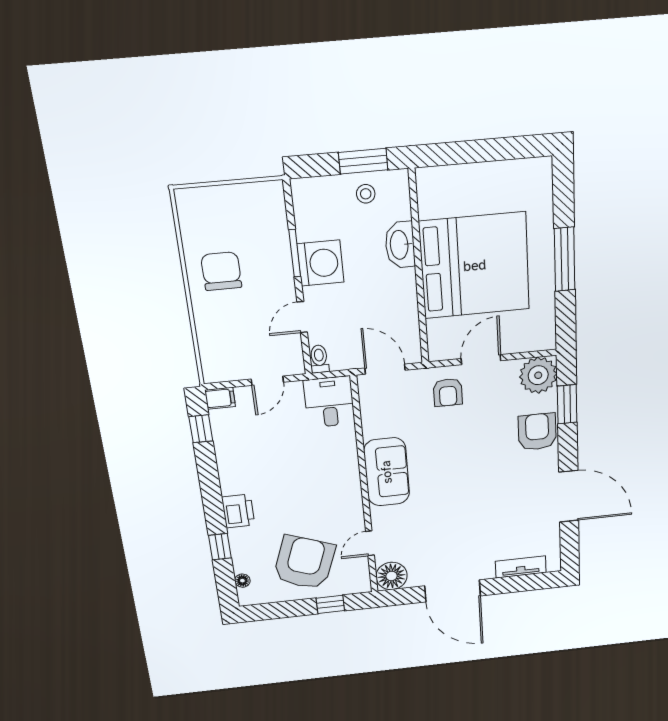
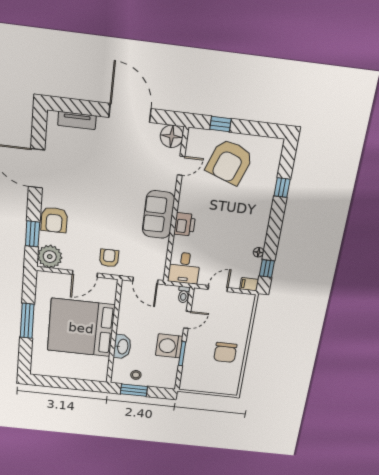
printer: (238, 511) -> (185, 224), moved, turned 180
floor lamp: (242, 581) -> (259, 252), moved

